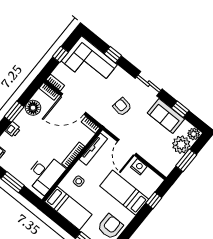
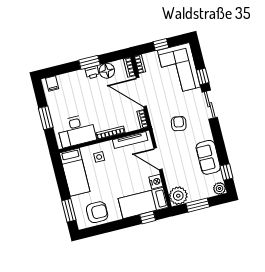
sliding door: (149, 84) -> (210, 105), moved
window: (180, 109) -> (227, 172), moved
printer: (13, 129) -> (92, 72), moved
plant: (181, 145) -> (178, 196), moved
door: (127, 147) -> (158, 159), hinge flipped
bed: (124, 193) -> (143, 203), moved, turned -90

